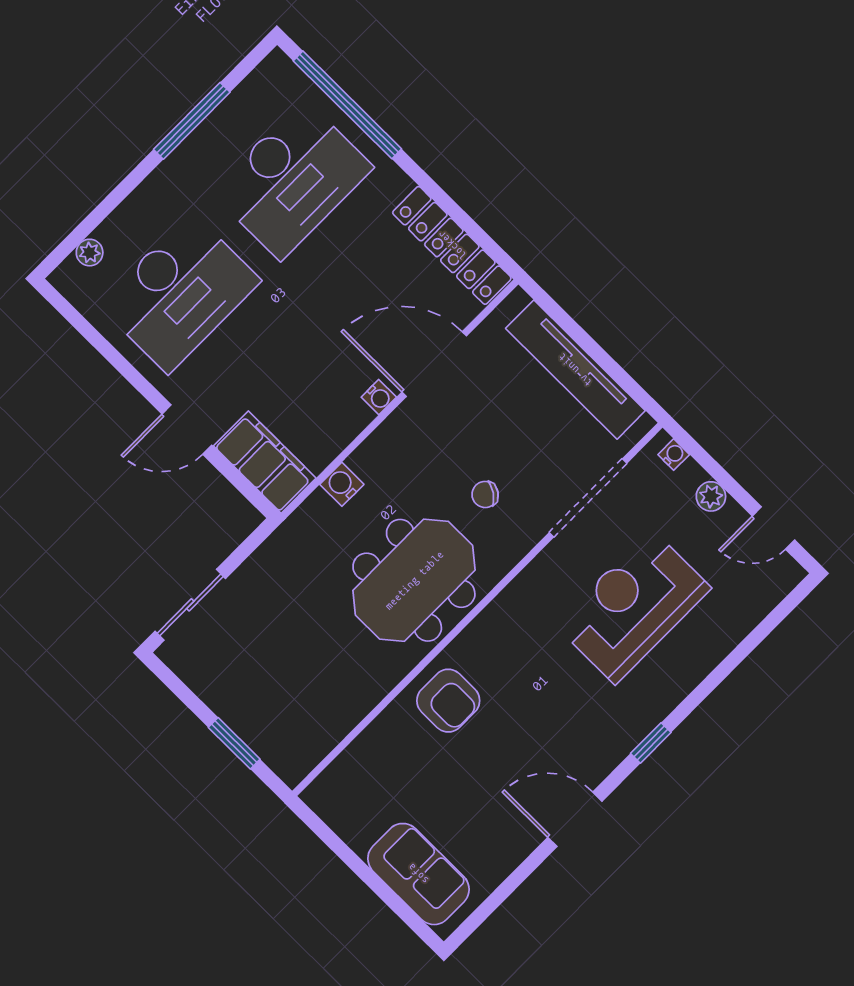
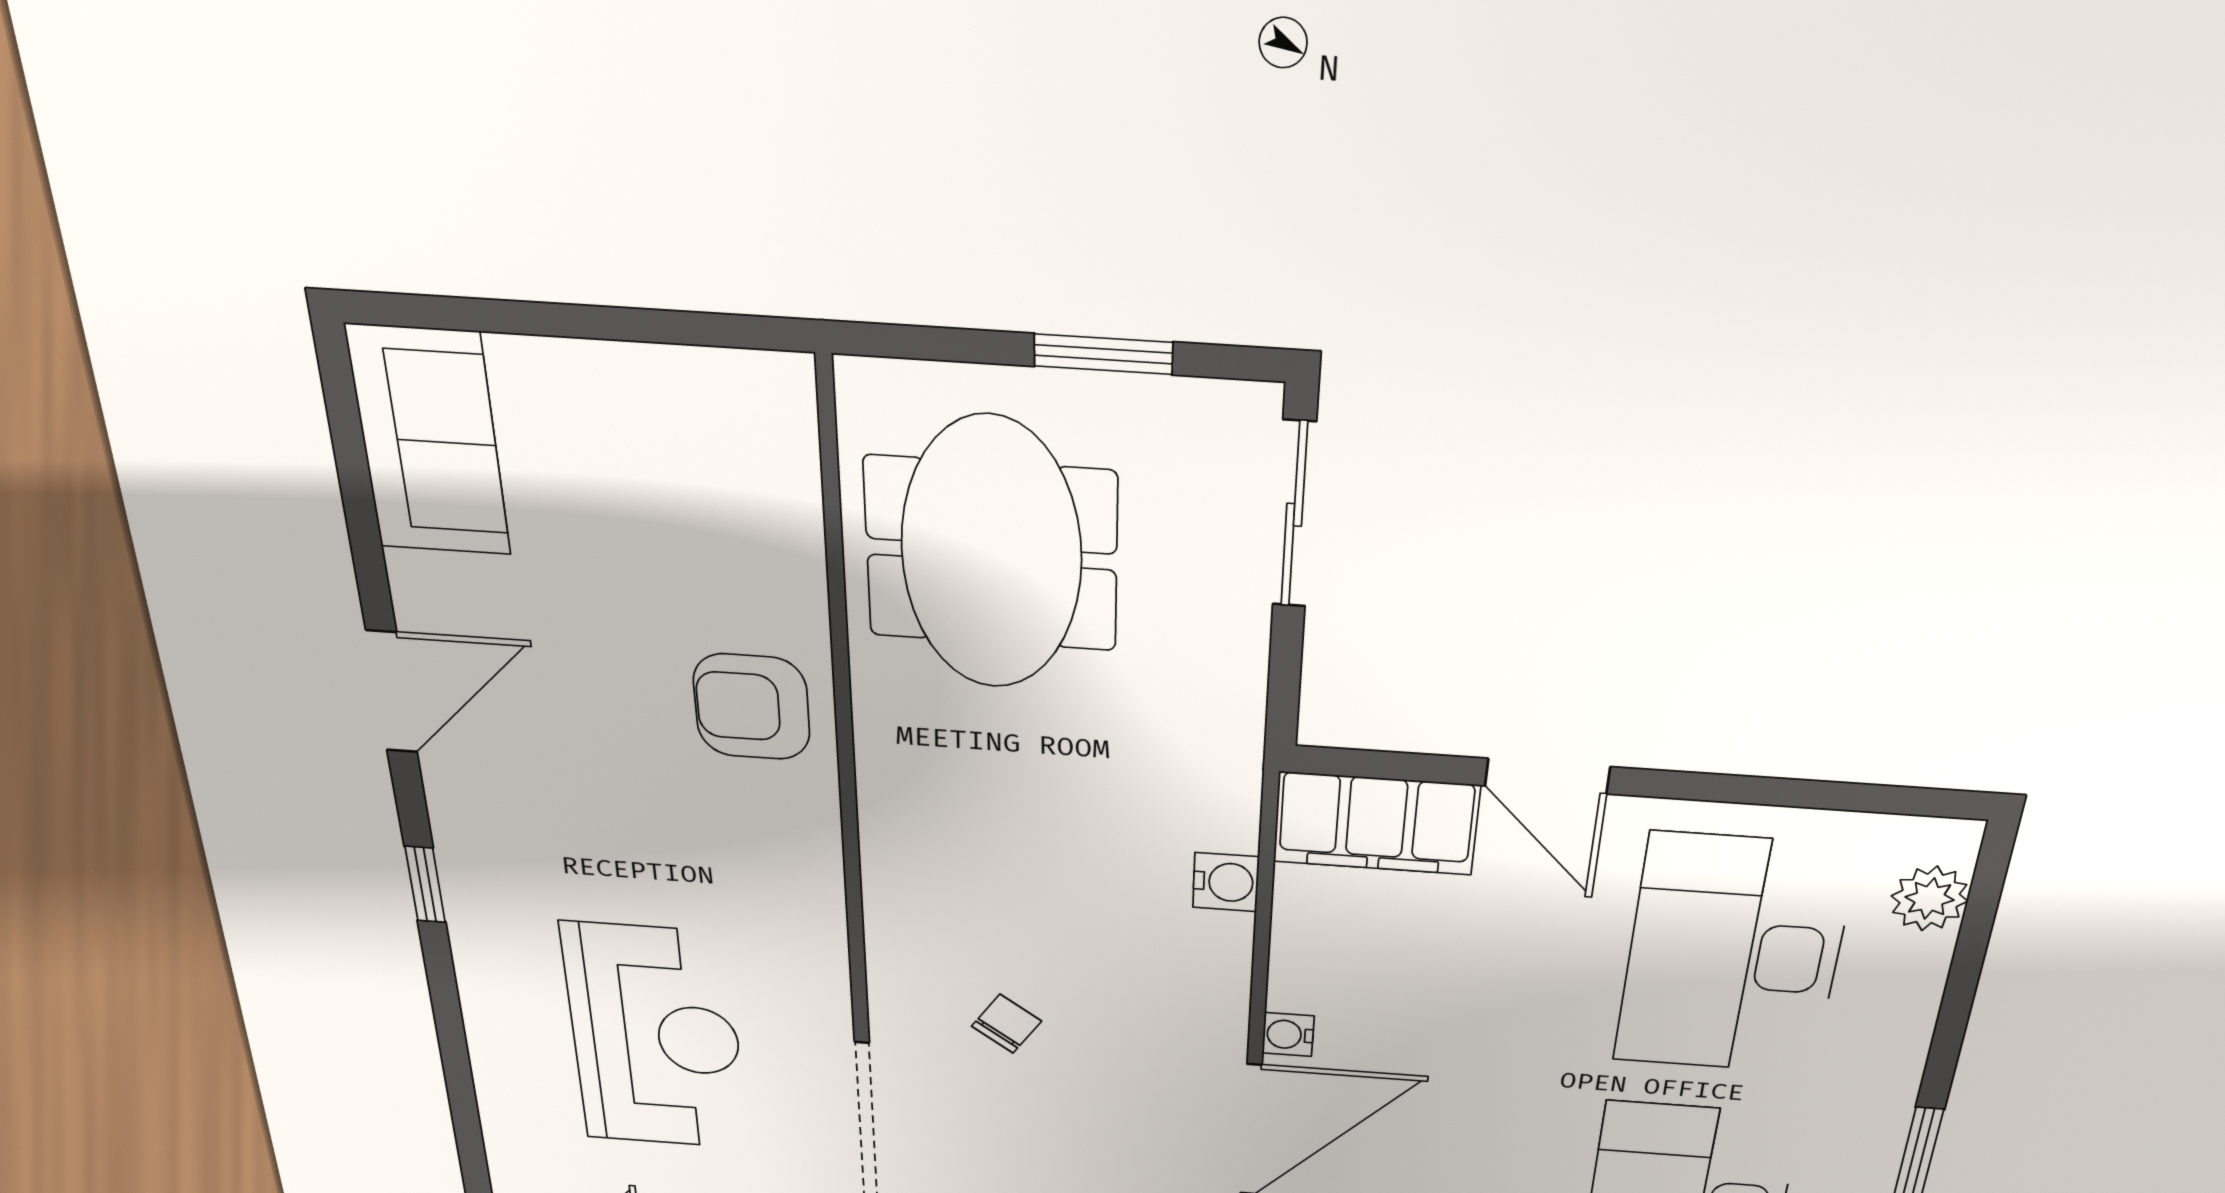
plant: (90, 253) -> (1930, 898), width x1.38, depth x1.38
door: (187, 430) -> (1547, 776), swing flipped
meeting table: (414, 580) -> (991, 554), moved
window: (234, 743) -> (1103, 354), moved
sofa: (418, 874) -> (429, 441), moved, turned -90

